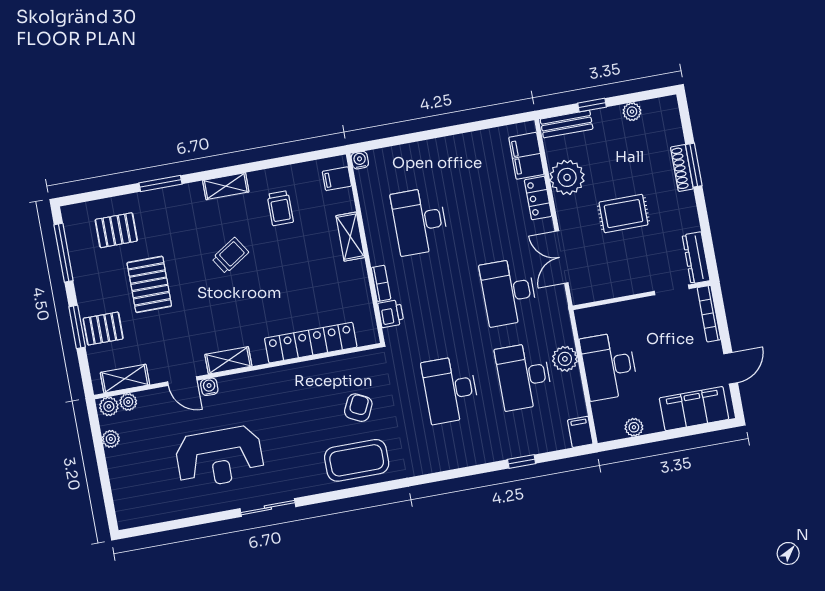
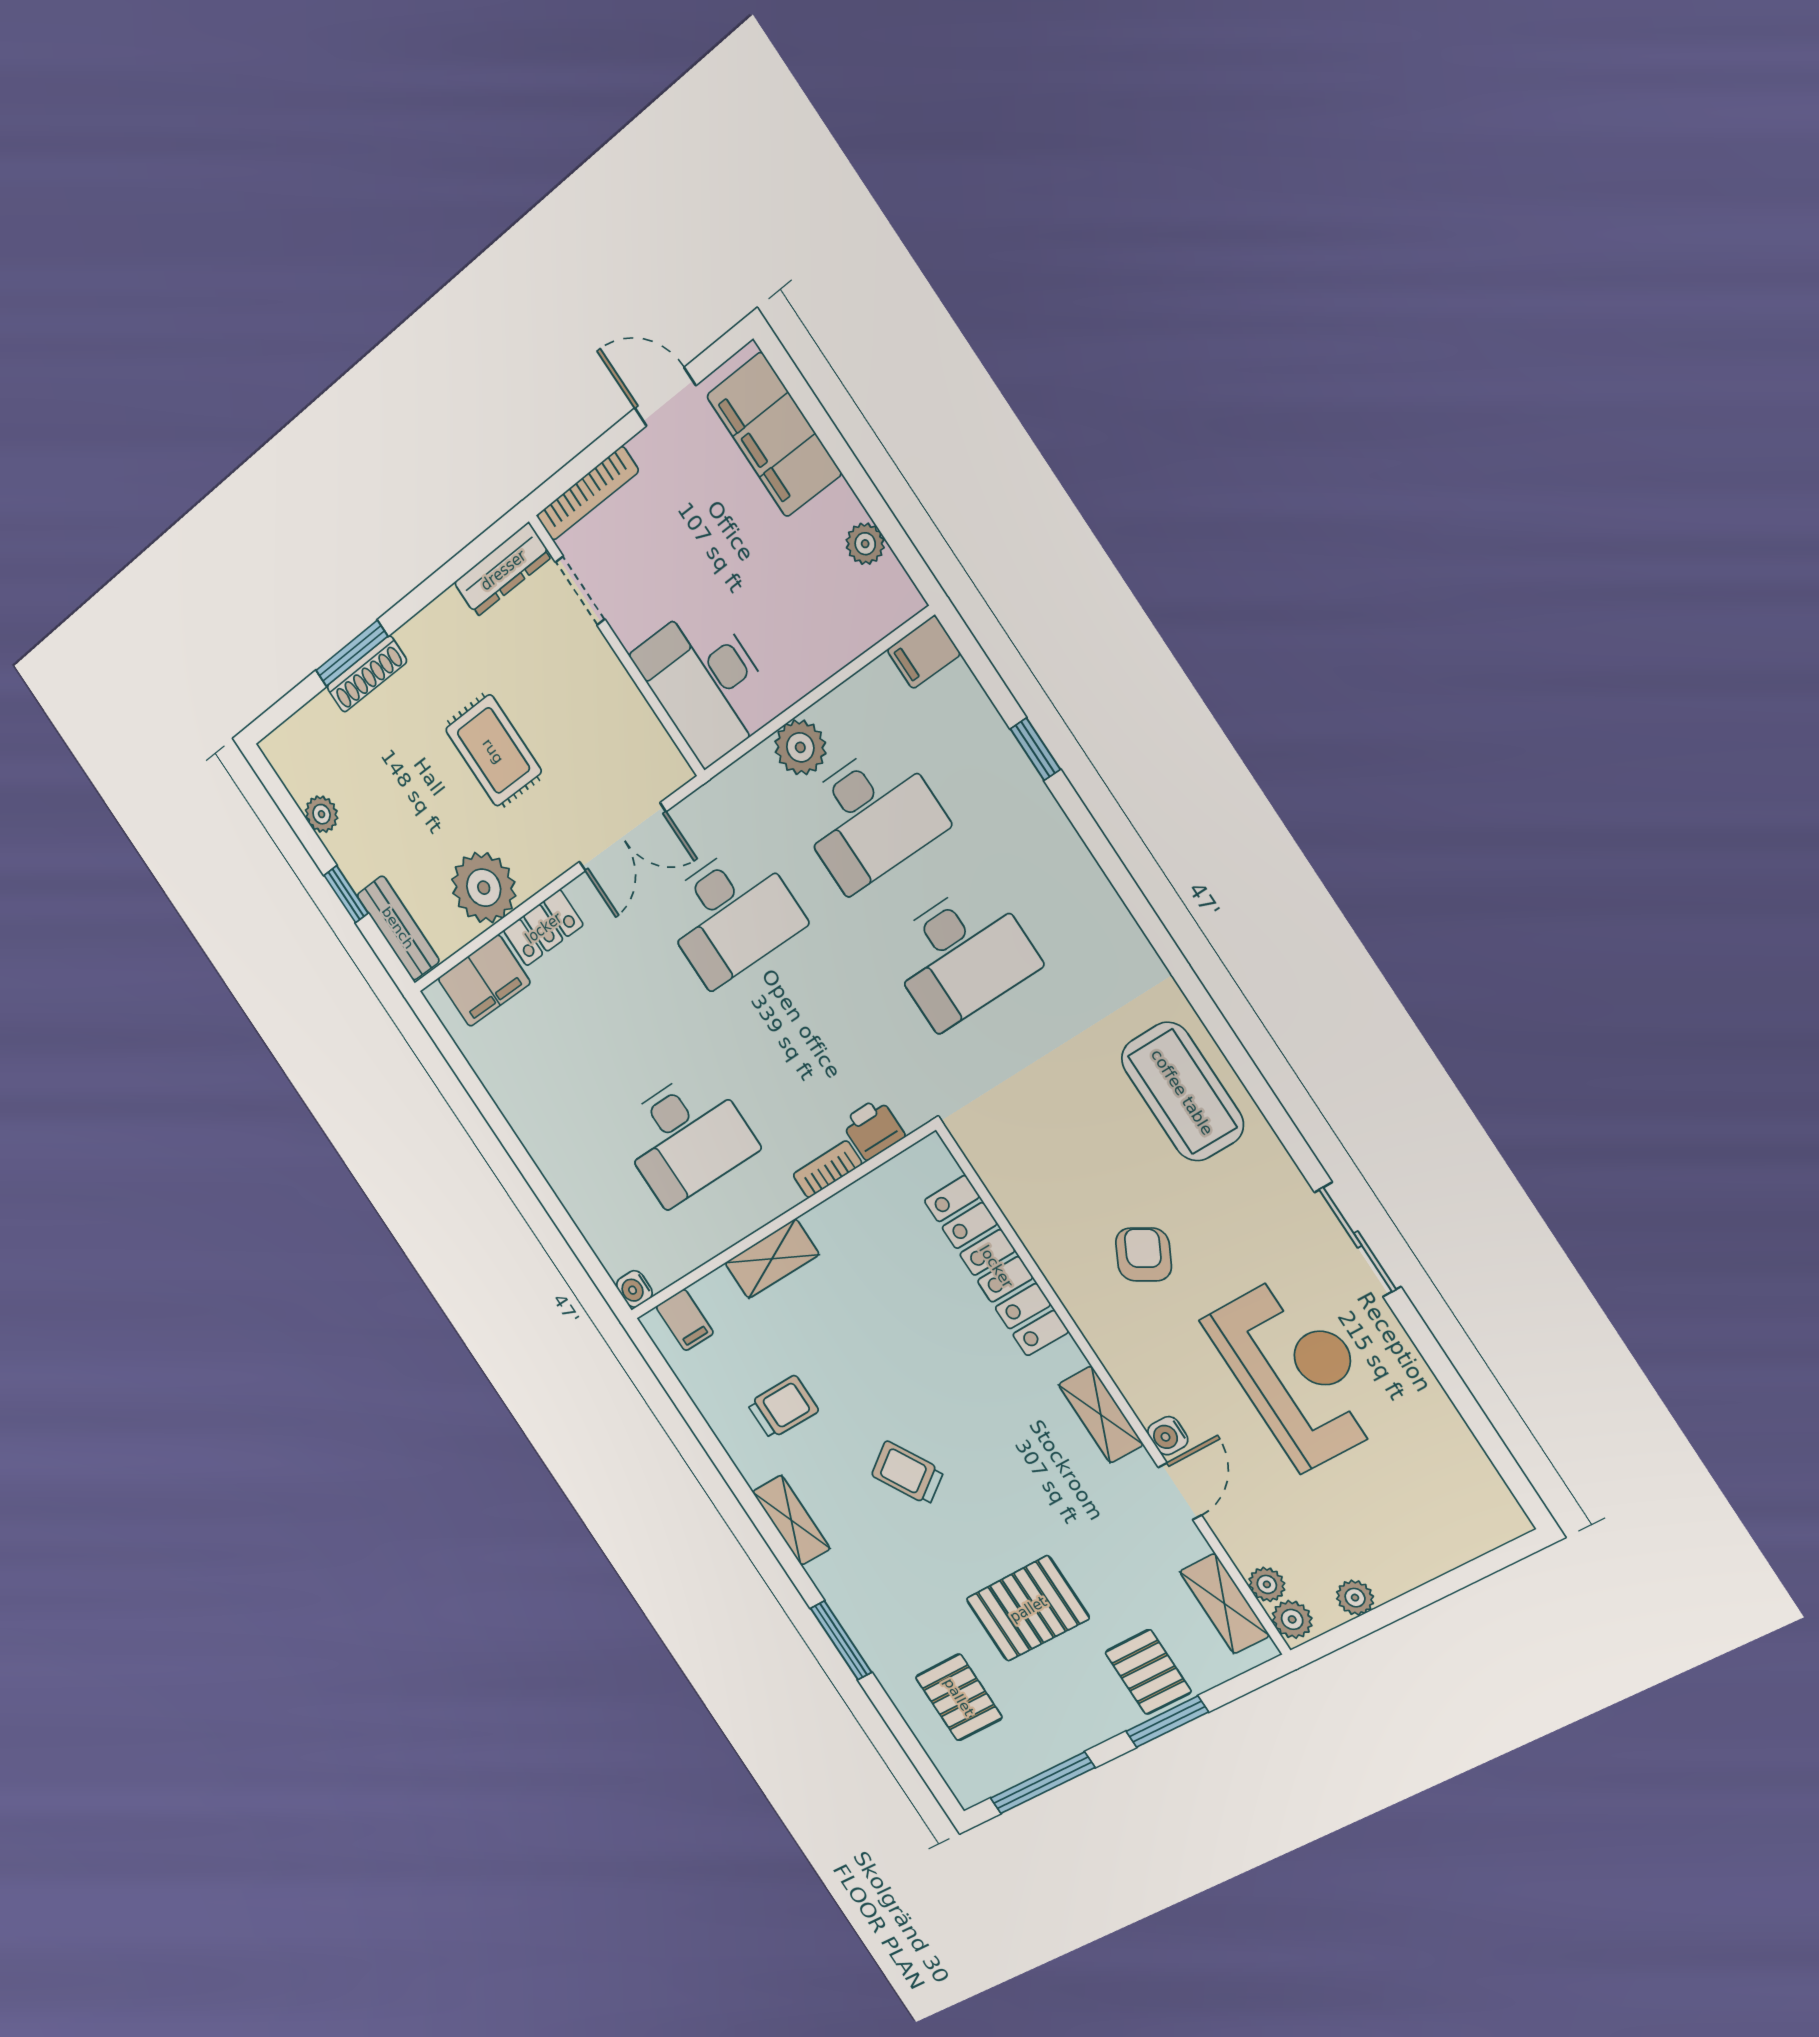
desk: (609, 366) -> (706, 683), moved, turned 90
armchair: (358, 408) -> (1144, 1254), moved, turned 93

